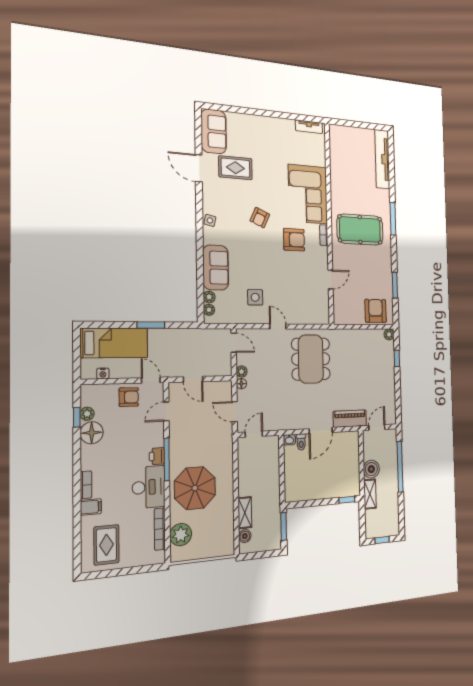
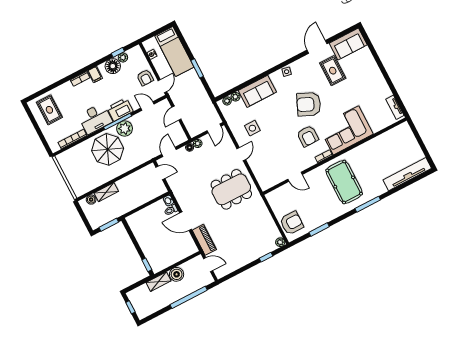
armchair: (260, 218) -> (309, 104), width x1.88, depth x1.88
printer: (157, 456) -> (120, 110), width x1.87, depth x1.48
filing cabinet: (91, 507) -> (95, 75), moved
plant: (181, 535) -> (125, 129), moved
rug: (106, 545) -> (49, 110), turned 90

